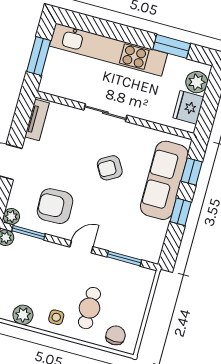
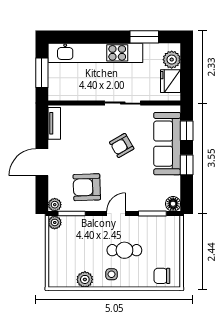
sliding door: (105, 113) -> (123, 103), moved
floor lamp: (152, 254) -> (173, 204), added
cafe table: (89, 308) -> (124, 250), moved, turned 90
chair: (116, 335) -> (162, 276), turned -90

